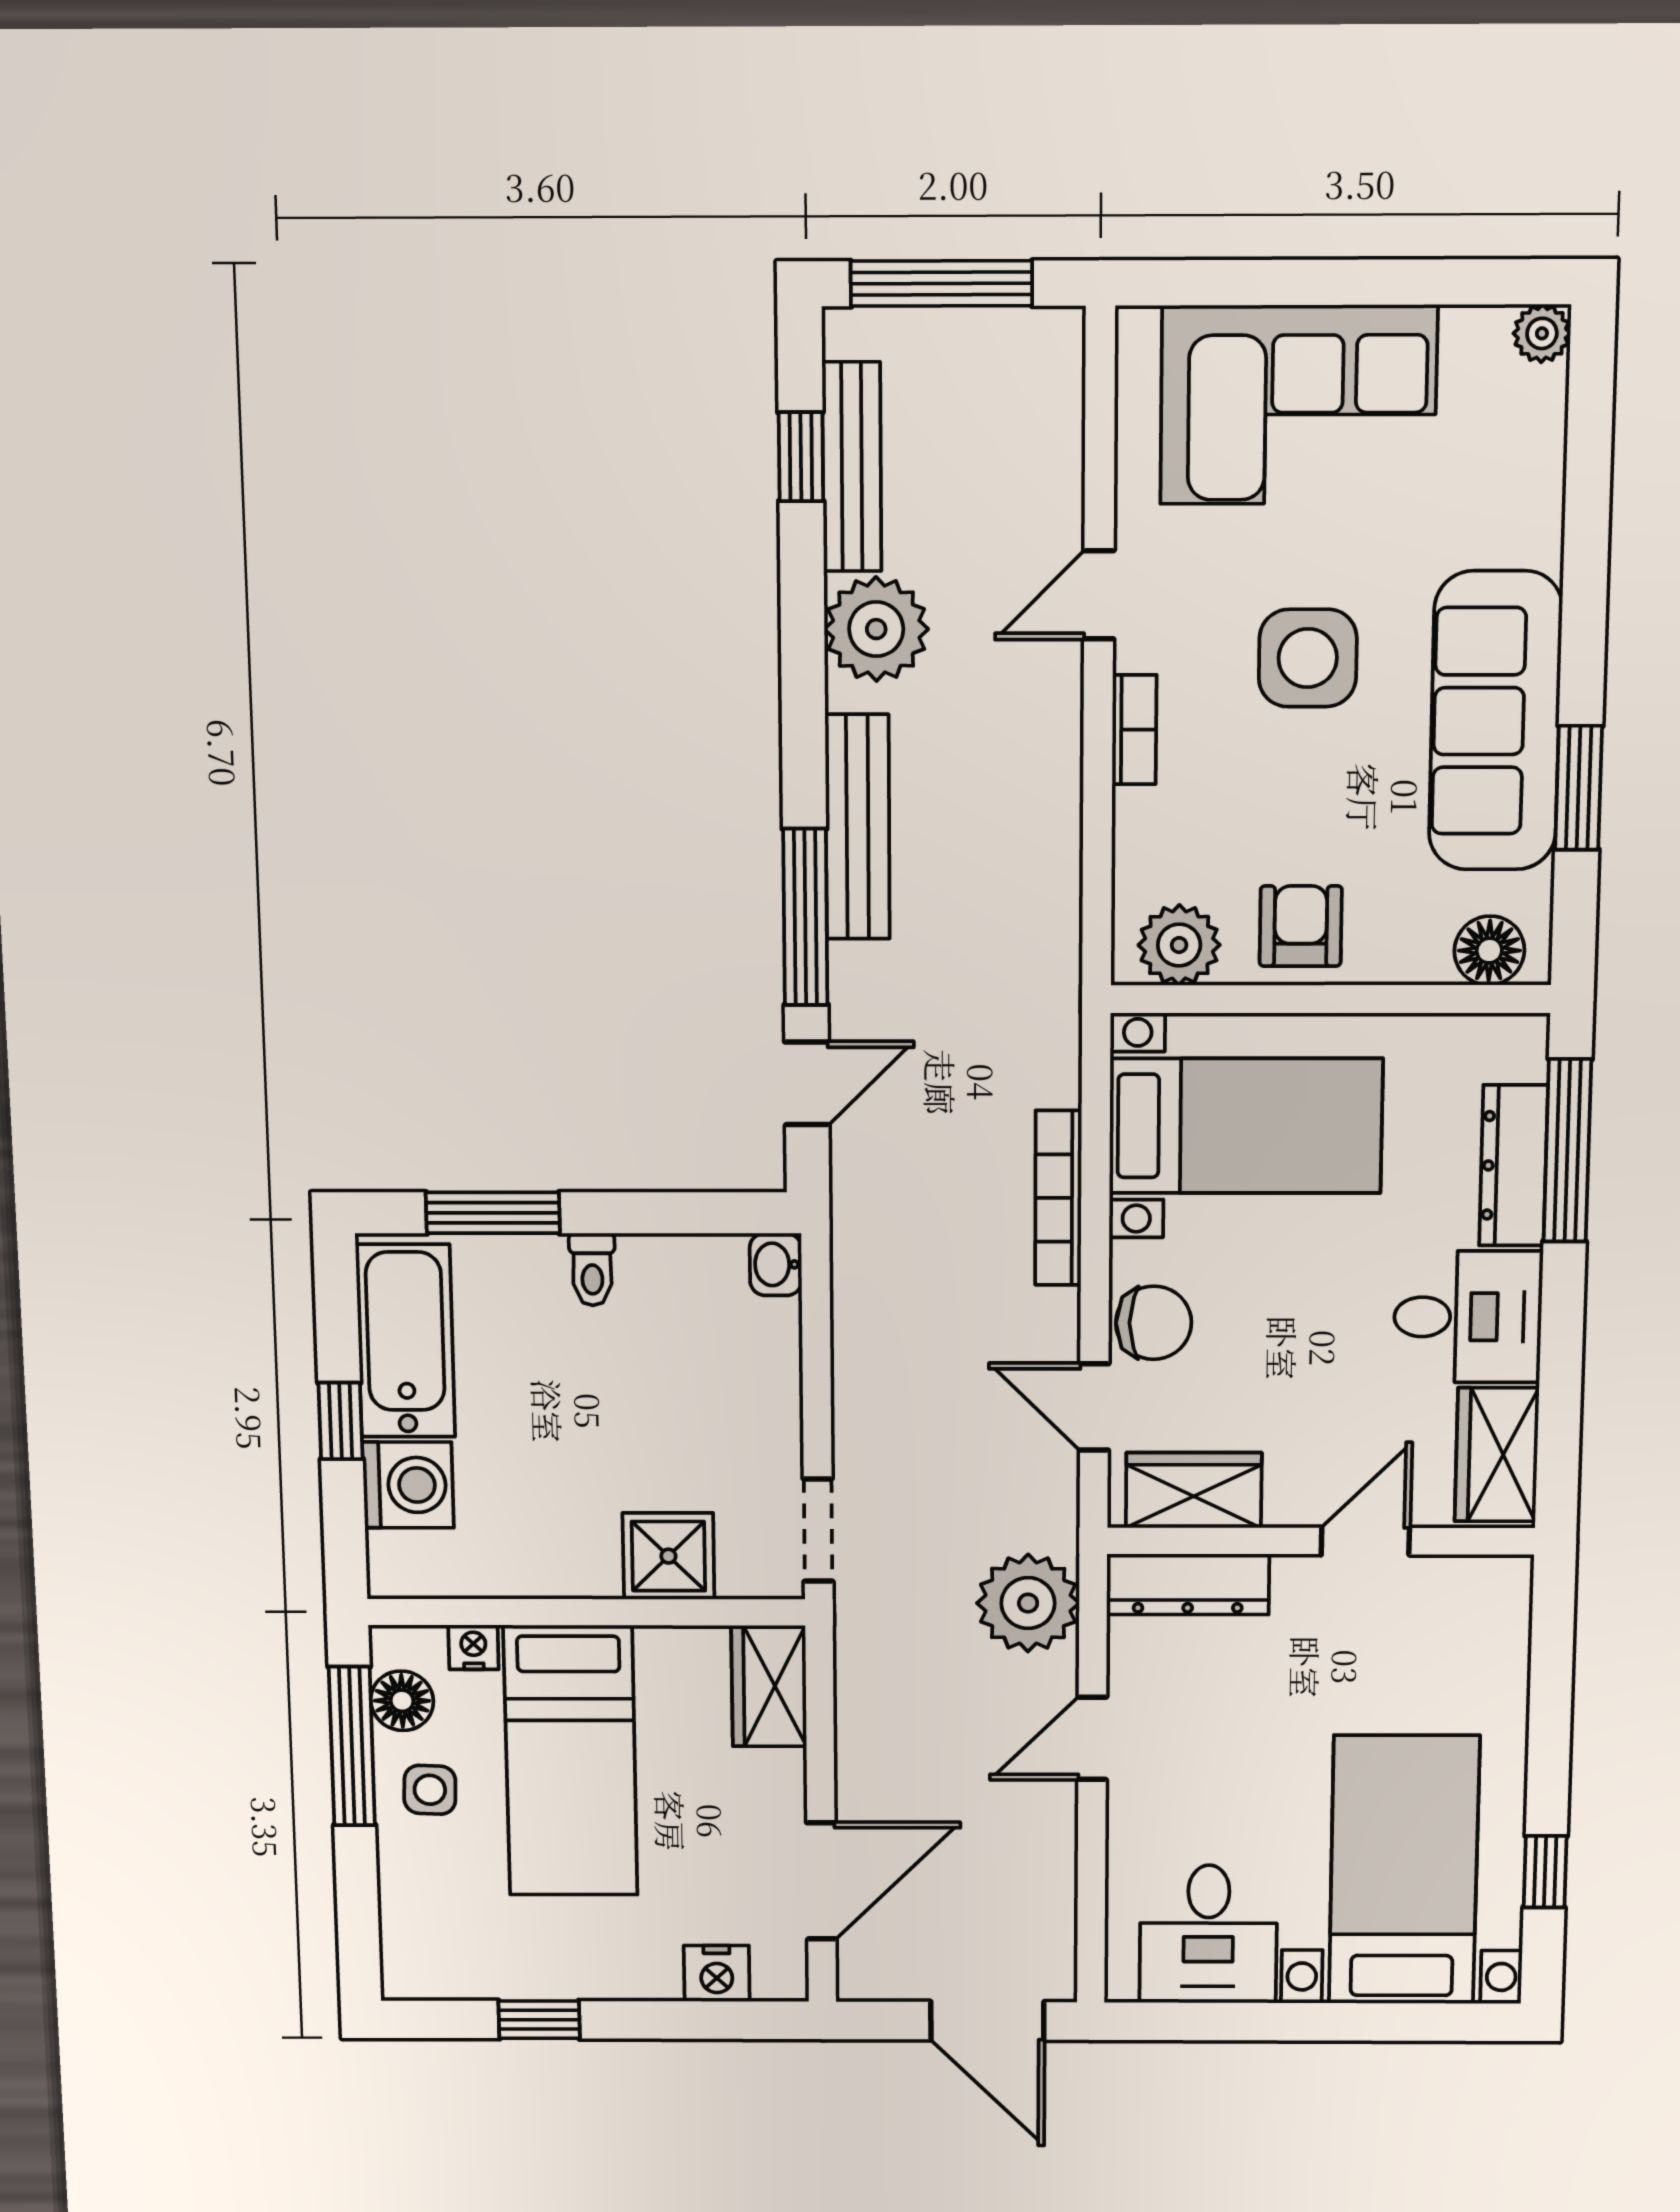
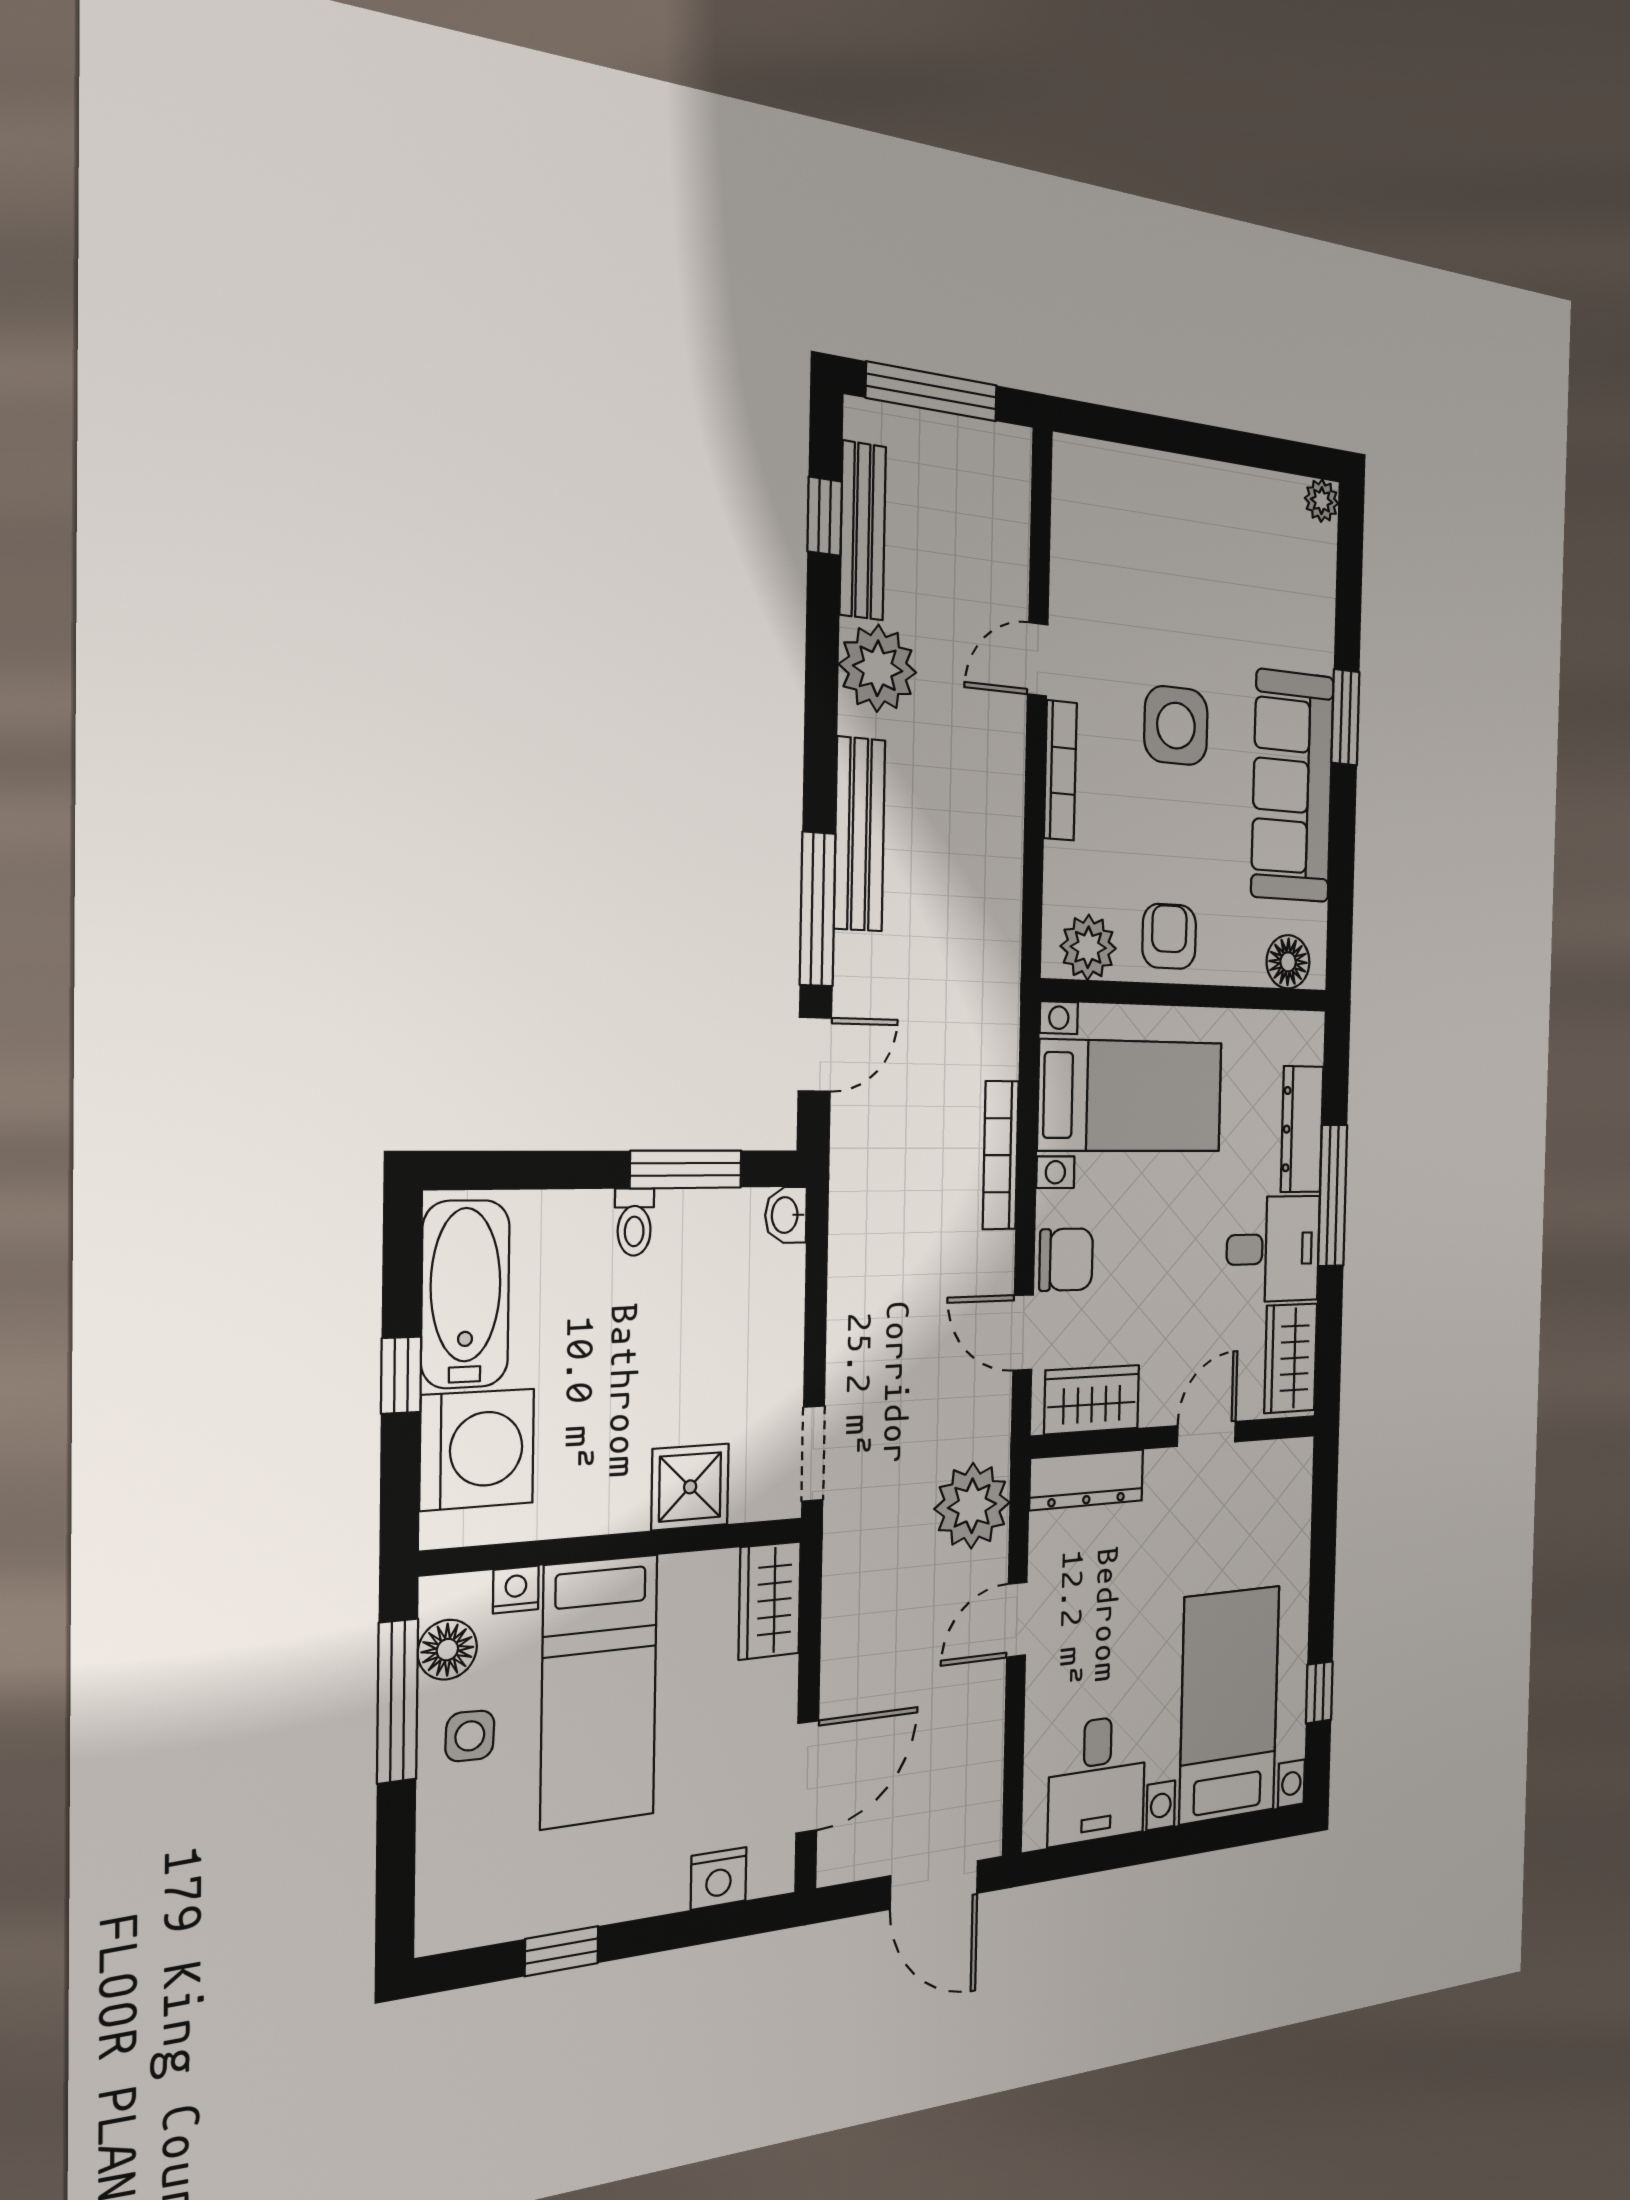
corner sofa: (1298, 405) -> (1172, 529), removed
bookcase: (1134, 730) -> (1060, 771), width x1.56
window: (1579, 788) -> (1345, 717), moved
window: (1567, 1151) -> (1333, 1196), moved
window: (493, 1213) -> (686, 1169), moved
washing machine: (408, 1485) -> (477, 1449), width x1.37, depth x1.37

